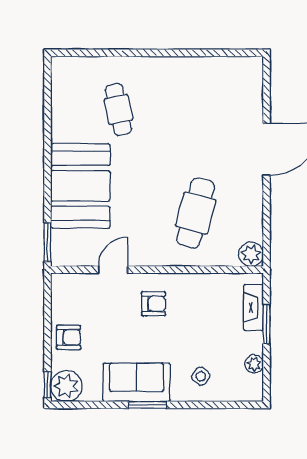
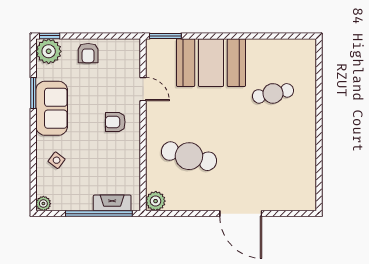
armchair: (154, 304) -> (115, 122), turned 90
window: (267, 324) -> (99, 214), width x2.11
plant: (254, 364) -> (43, 204), moved
window: (147, 405) -> (33, 93), moved

